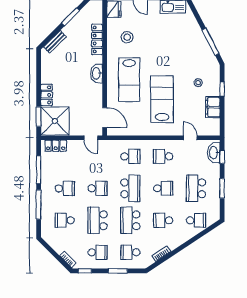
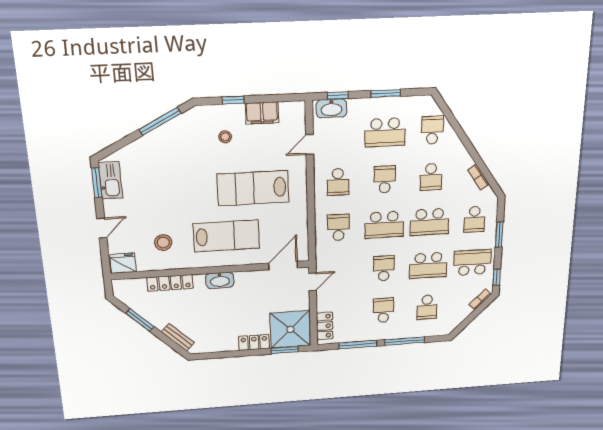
school desk: (130, 188) -> (384, 225), turned 180
school desk: (98, 252) -> (472, 262), width x1.85

